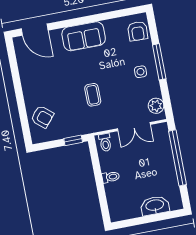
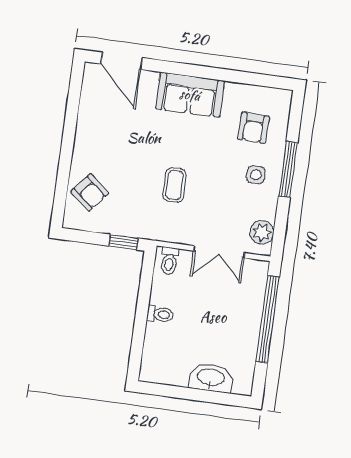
armchair: (138, 31) -> (253, 128), moved

